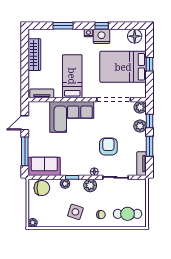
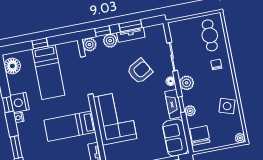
bed: (123, 67) -> (48, 72), width x0.67
armchair: (108, 147) -> (140, 71), turned 151
tv unit: (142, 164) -> (131, 35), moved
fireplace: (74, 170) -> (173, 104), added
side table: (75, 212) -> (227, 106), moved

